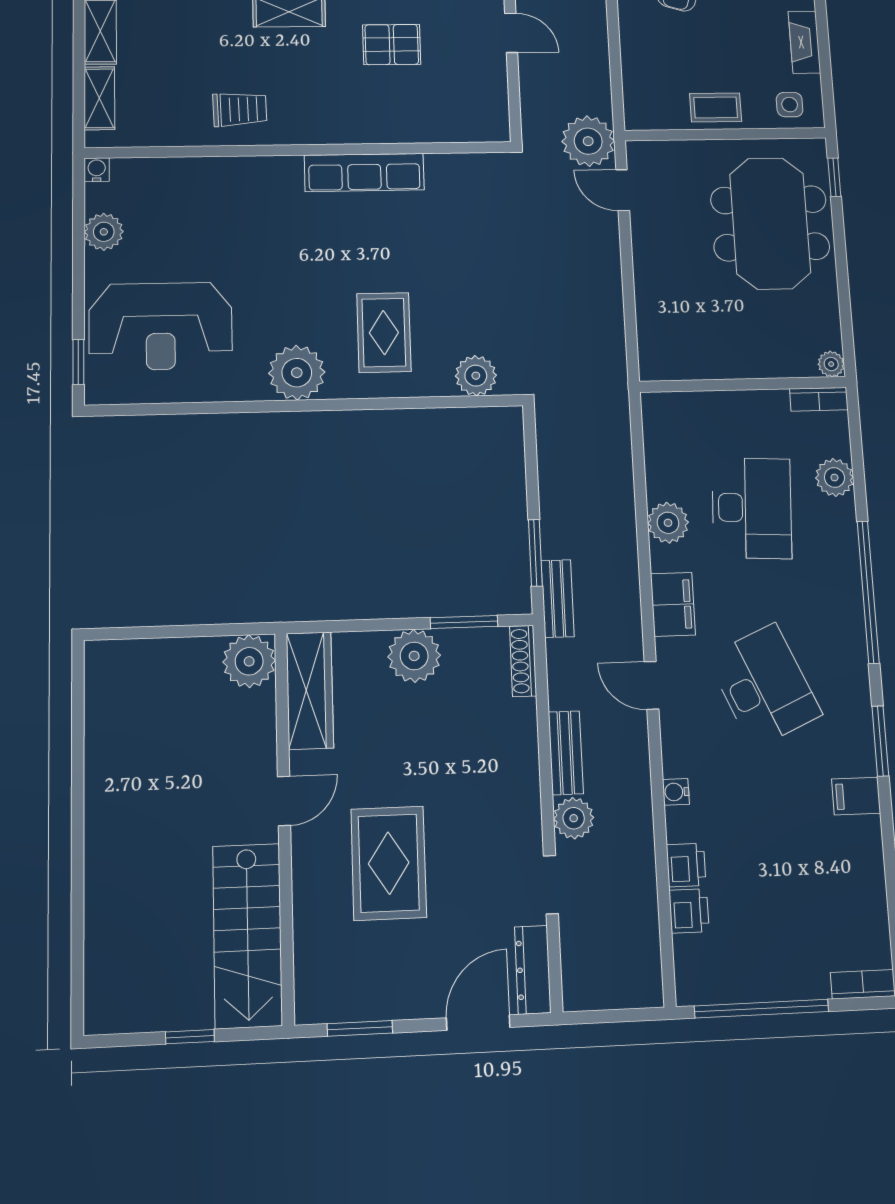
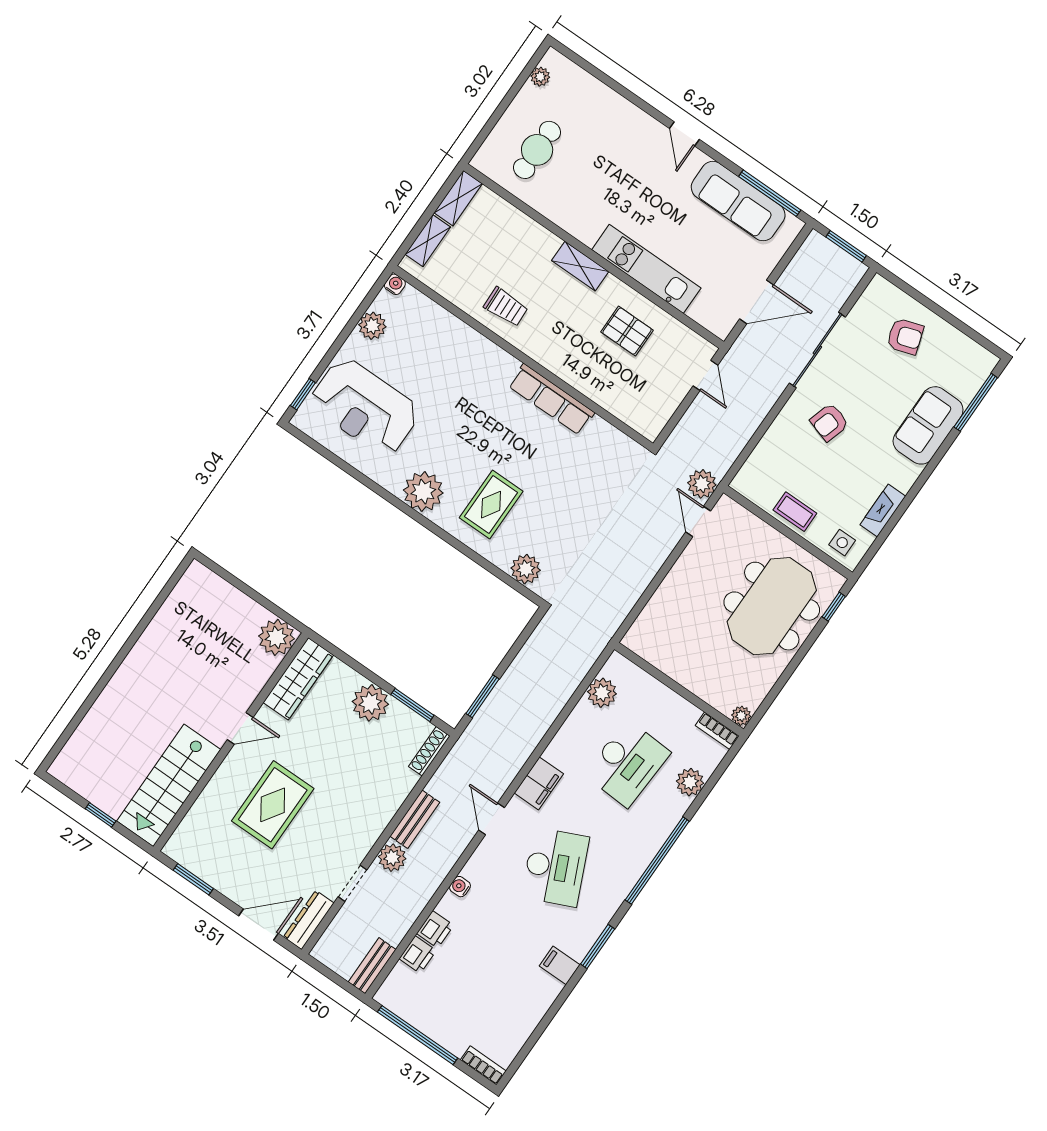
plant: (588, 141) -> (702, 484), width x0.73, depth x0.73
plant: (668, 523) -> (602, 693), moved
bench: (558, 599) -> (372, 966), moved

